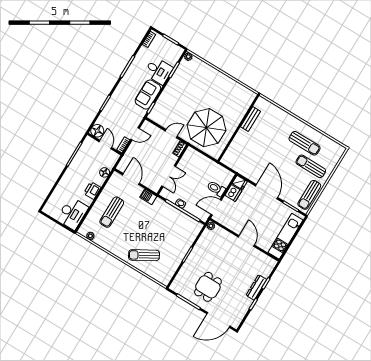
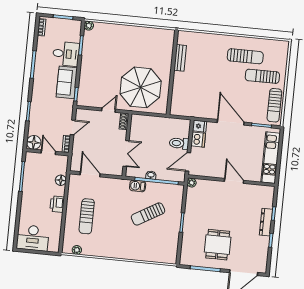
barbecue: (148, 197) -> (138, 186), moved
desk: (72, 213) -> (33, 238), moved, turned 90
sun lounger: (144, 255) -> (148, 214), moved

